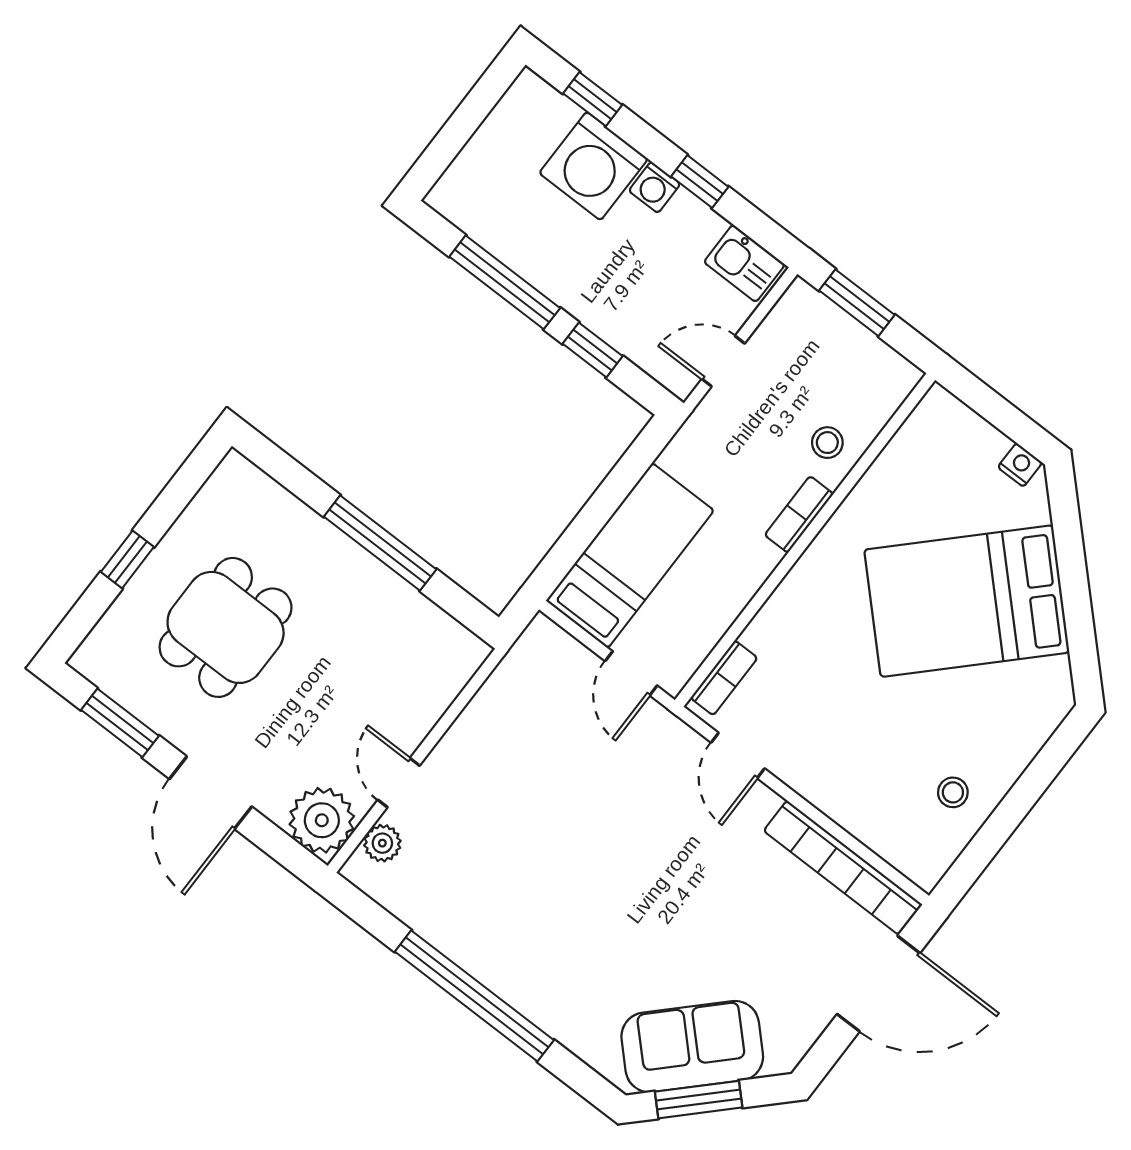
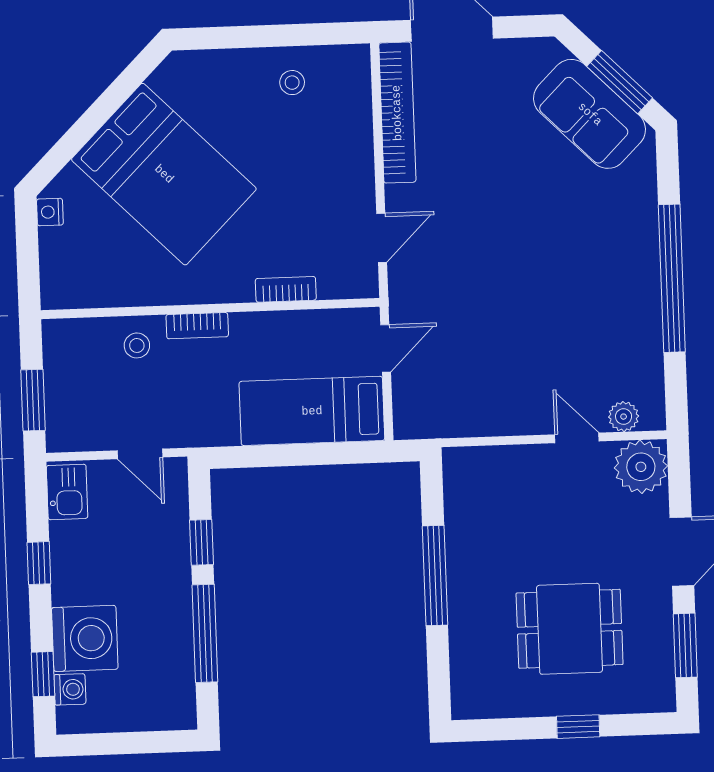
washing machine: (655, 187) -> (70, 689), moved
bookcase: (724, 678) -> (286, 289), moved
door: (399, 783) -> (577, 438), swing flipped

